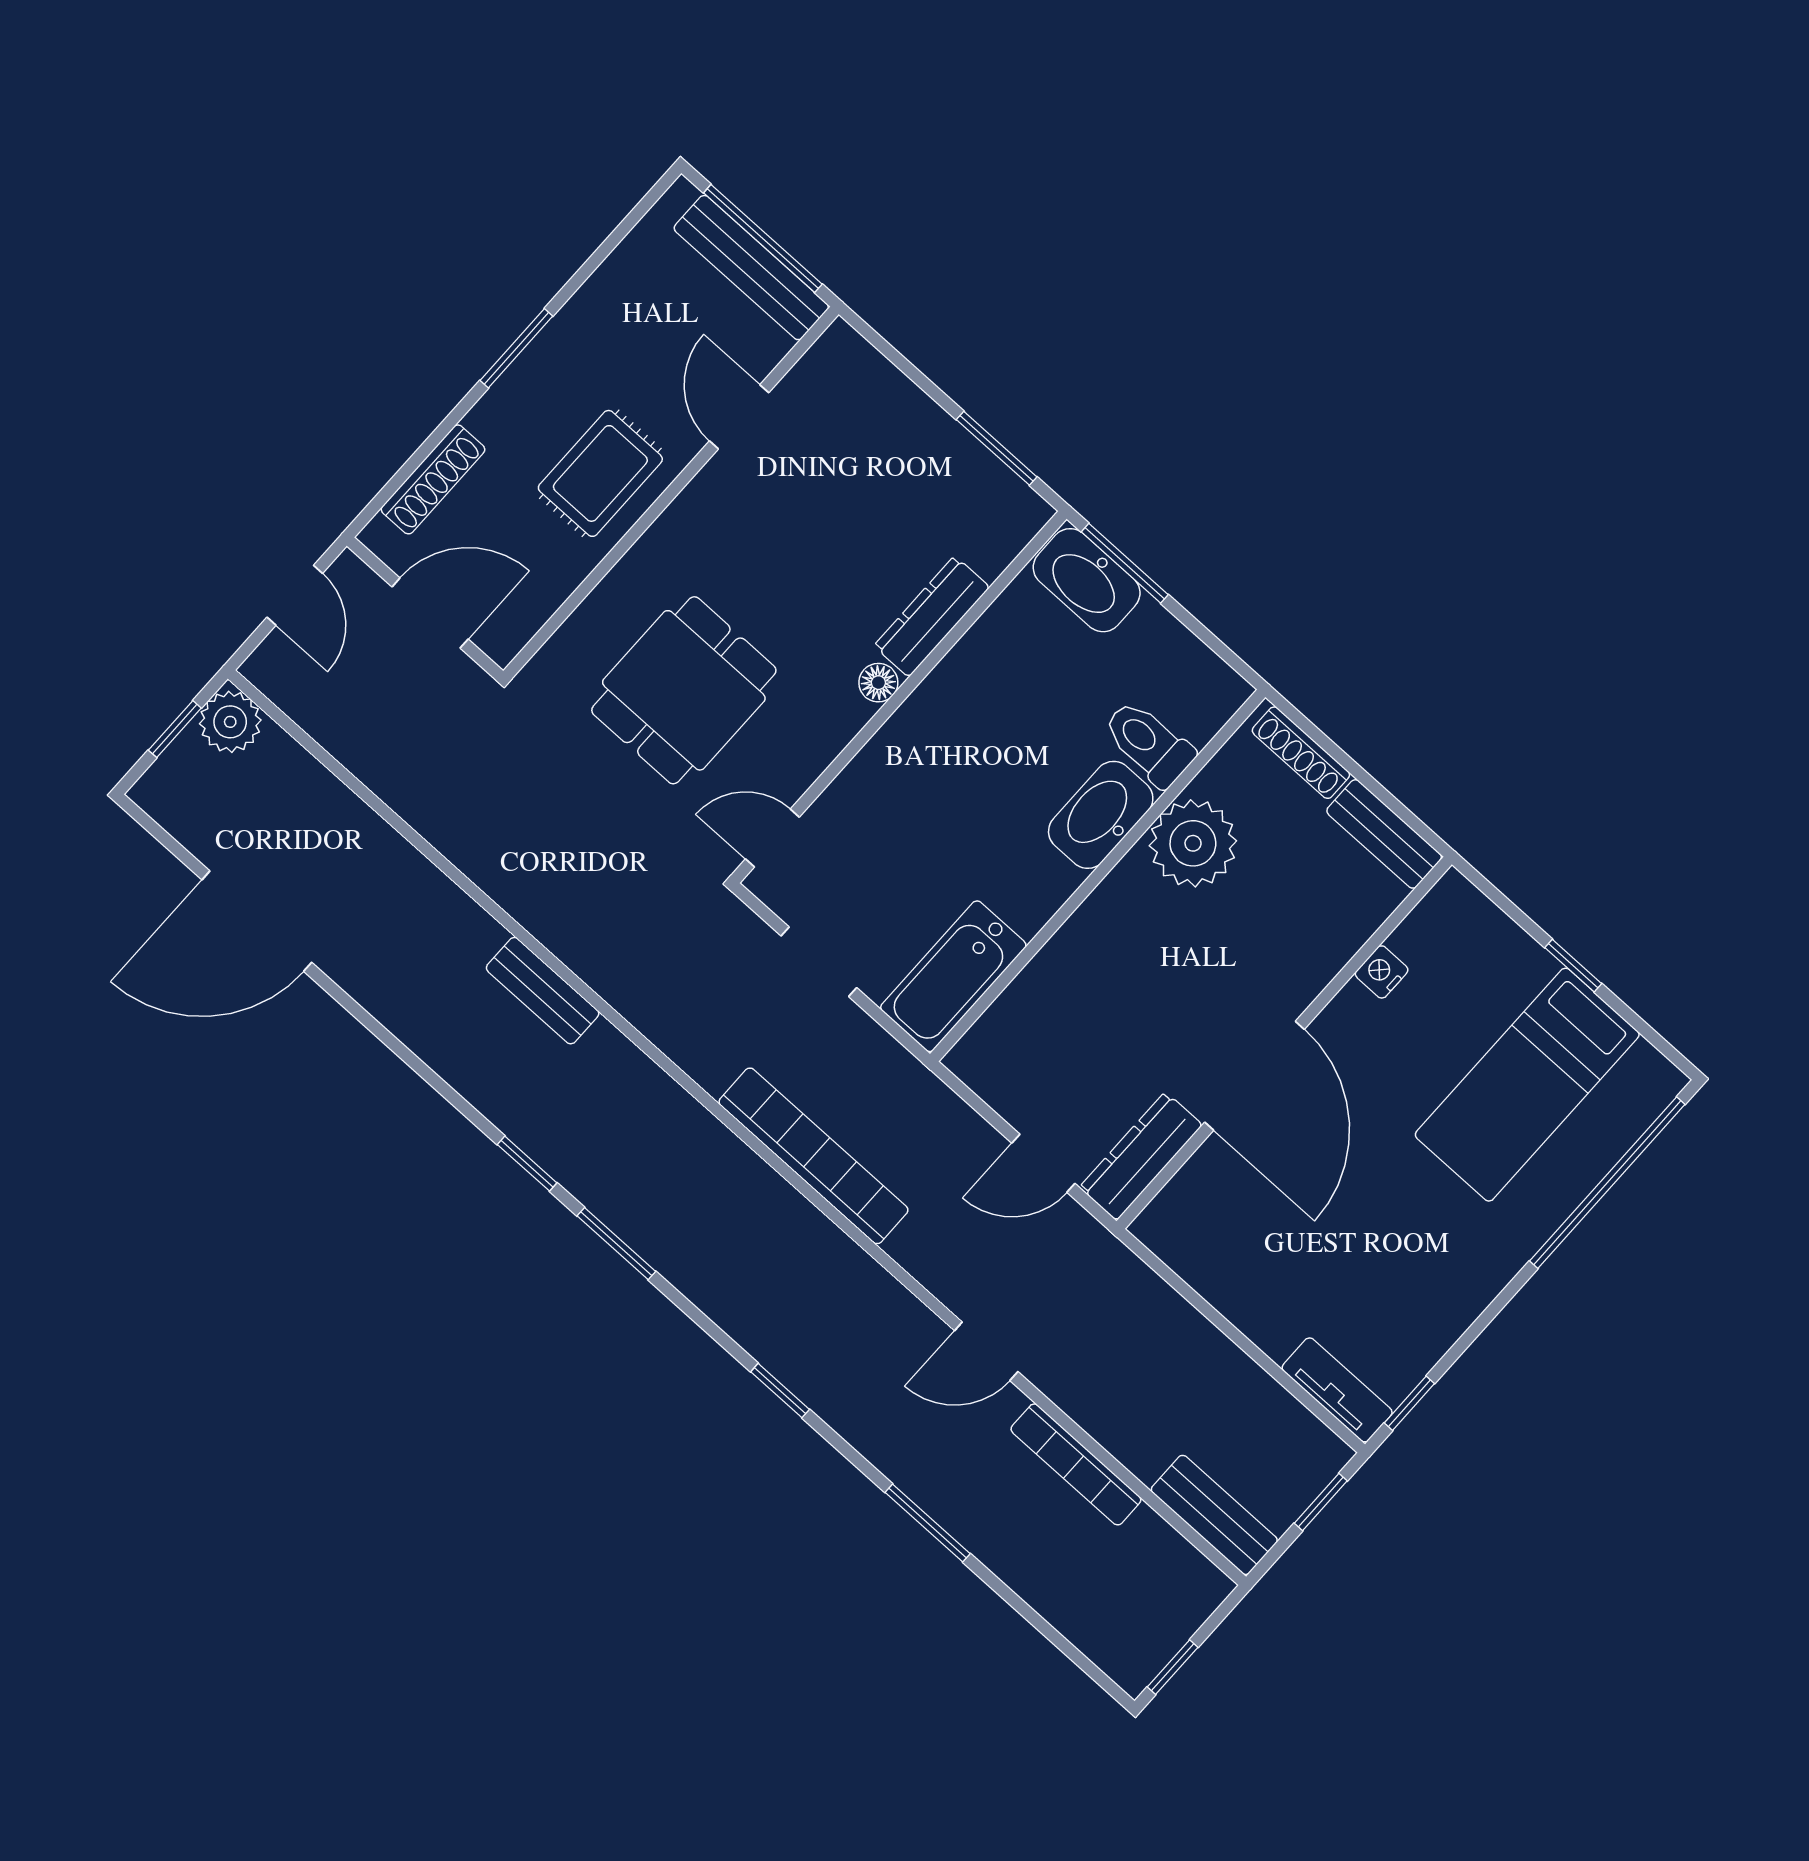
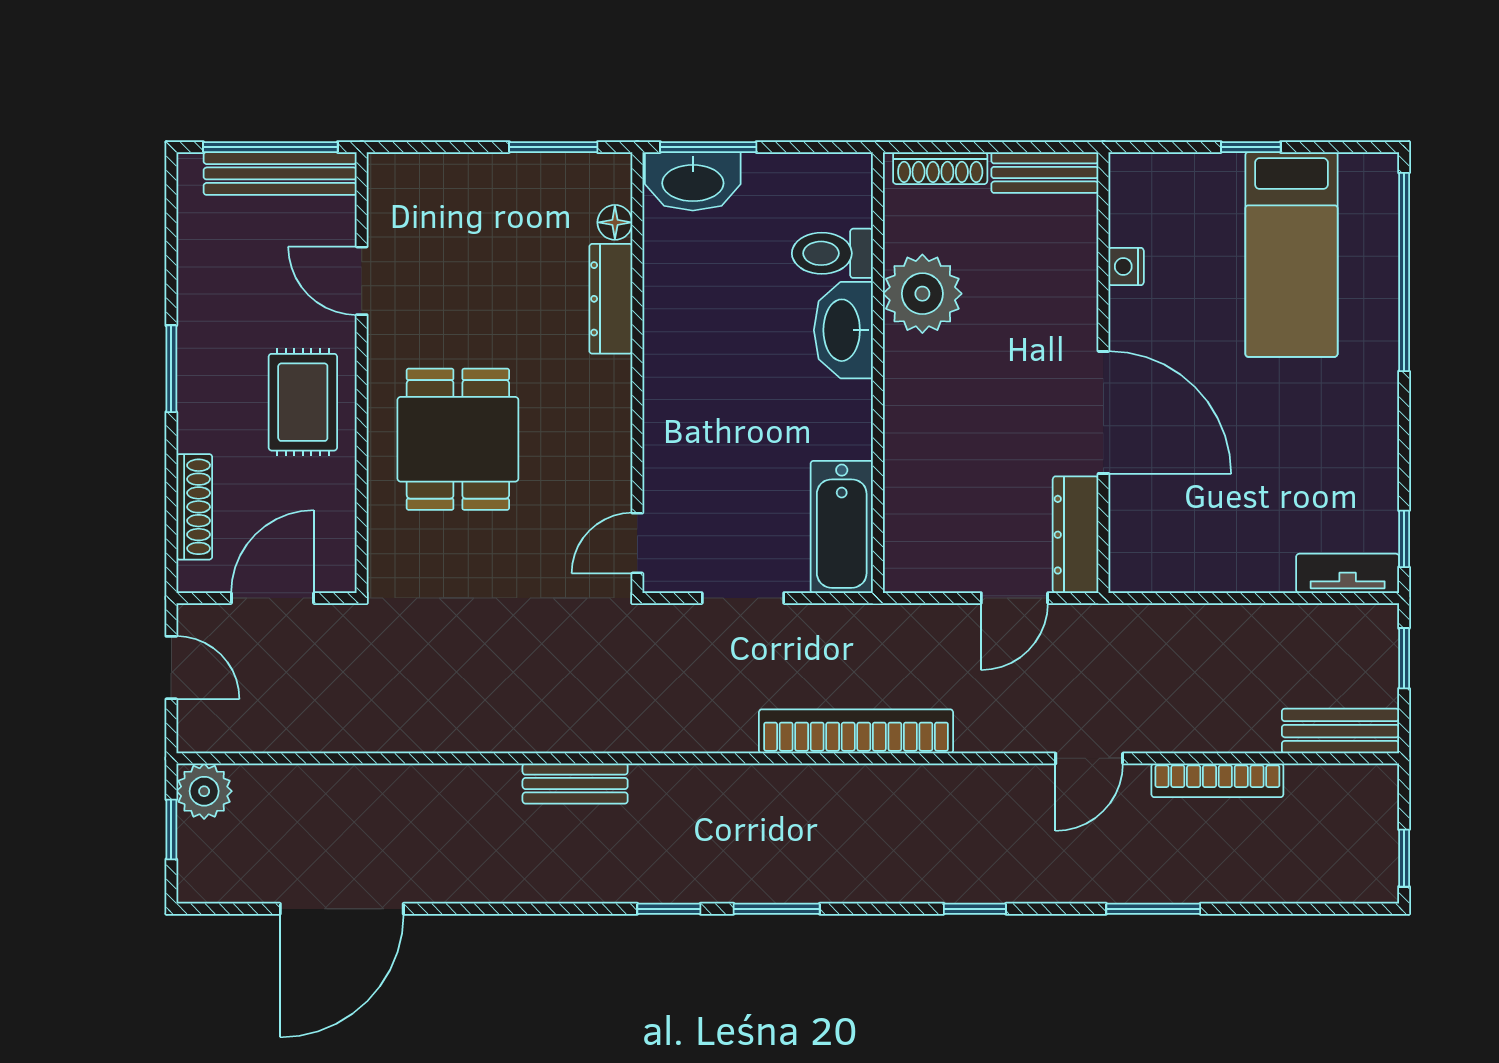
floor lamp: (878, 683) -> (615, 222), moved
dining table: (684, 690) -> (458, 439), moved

